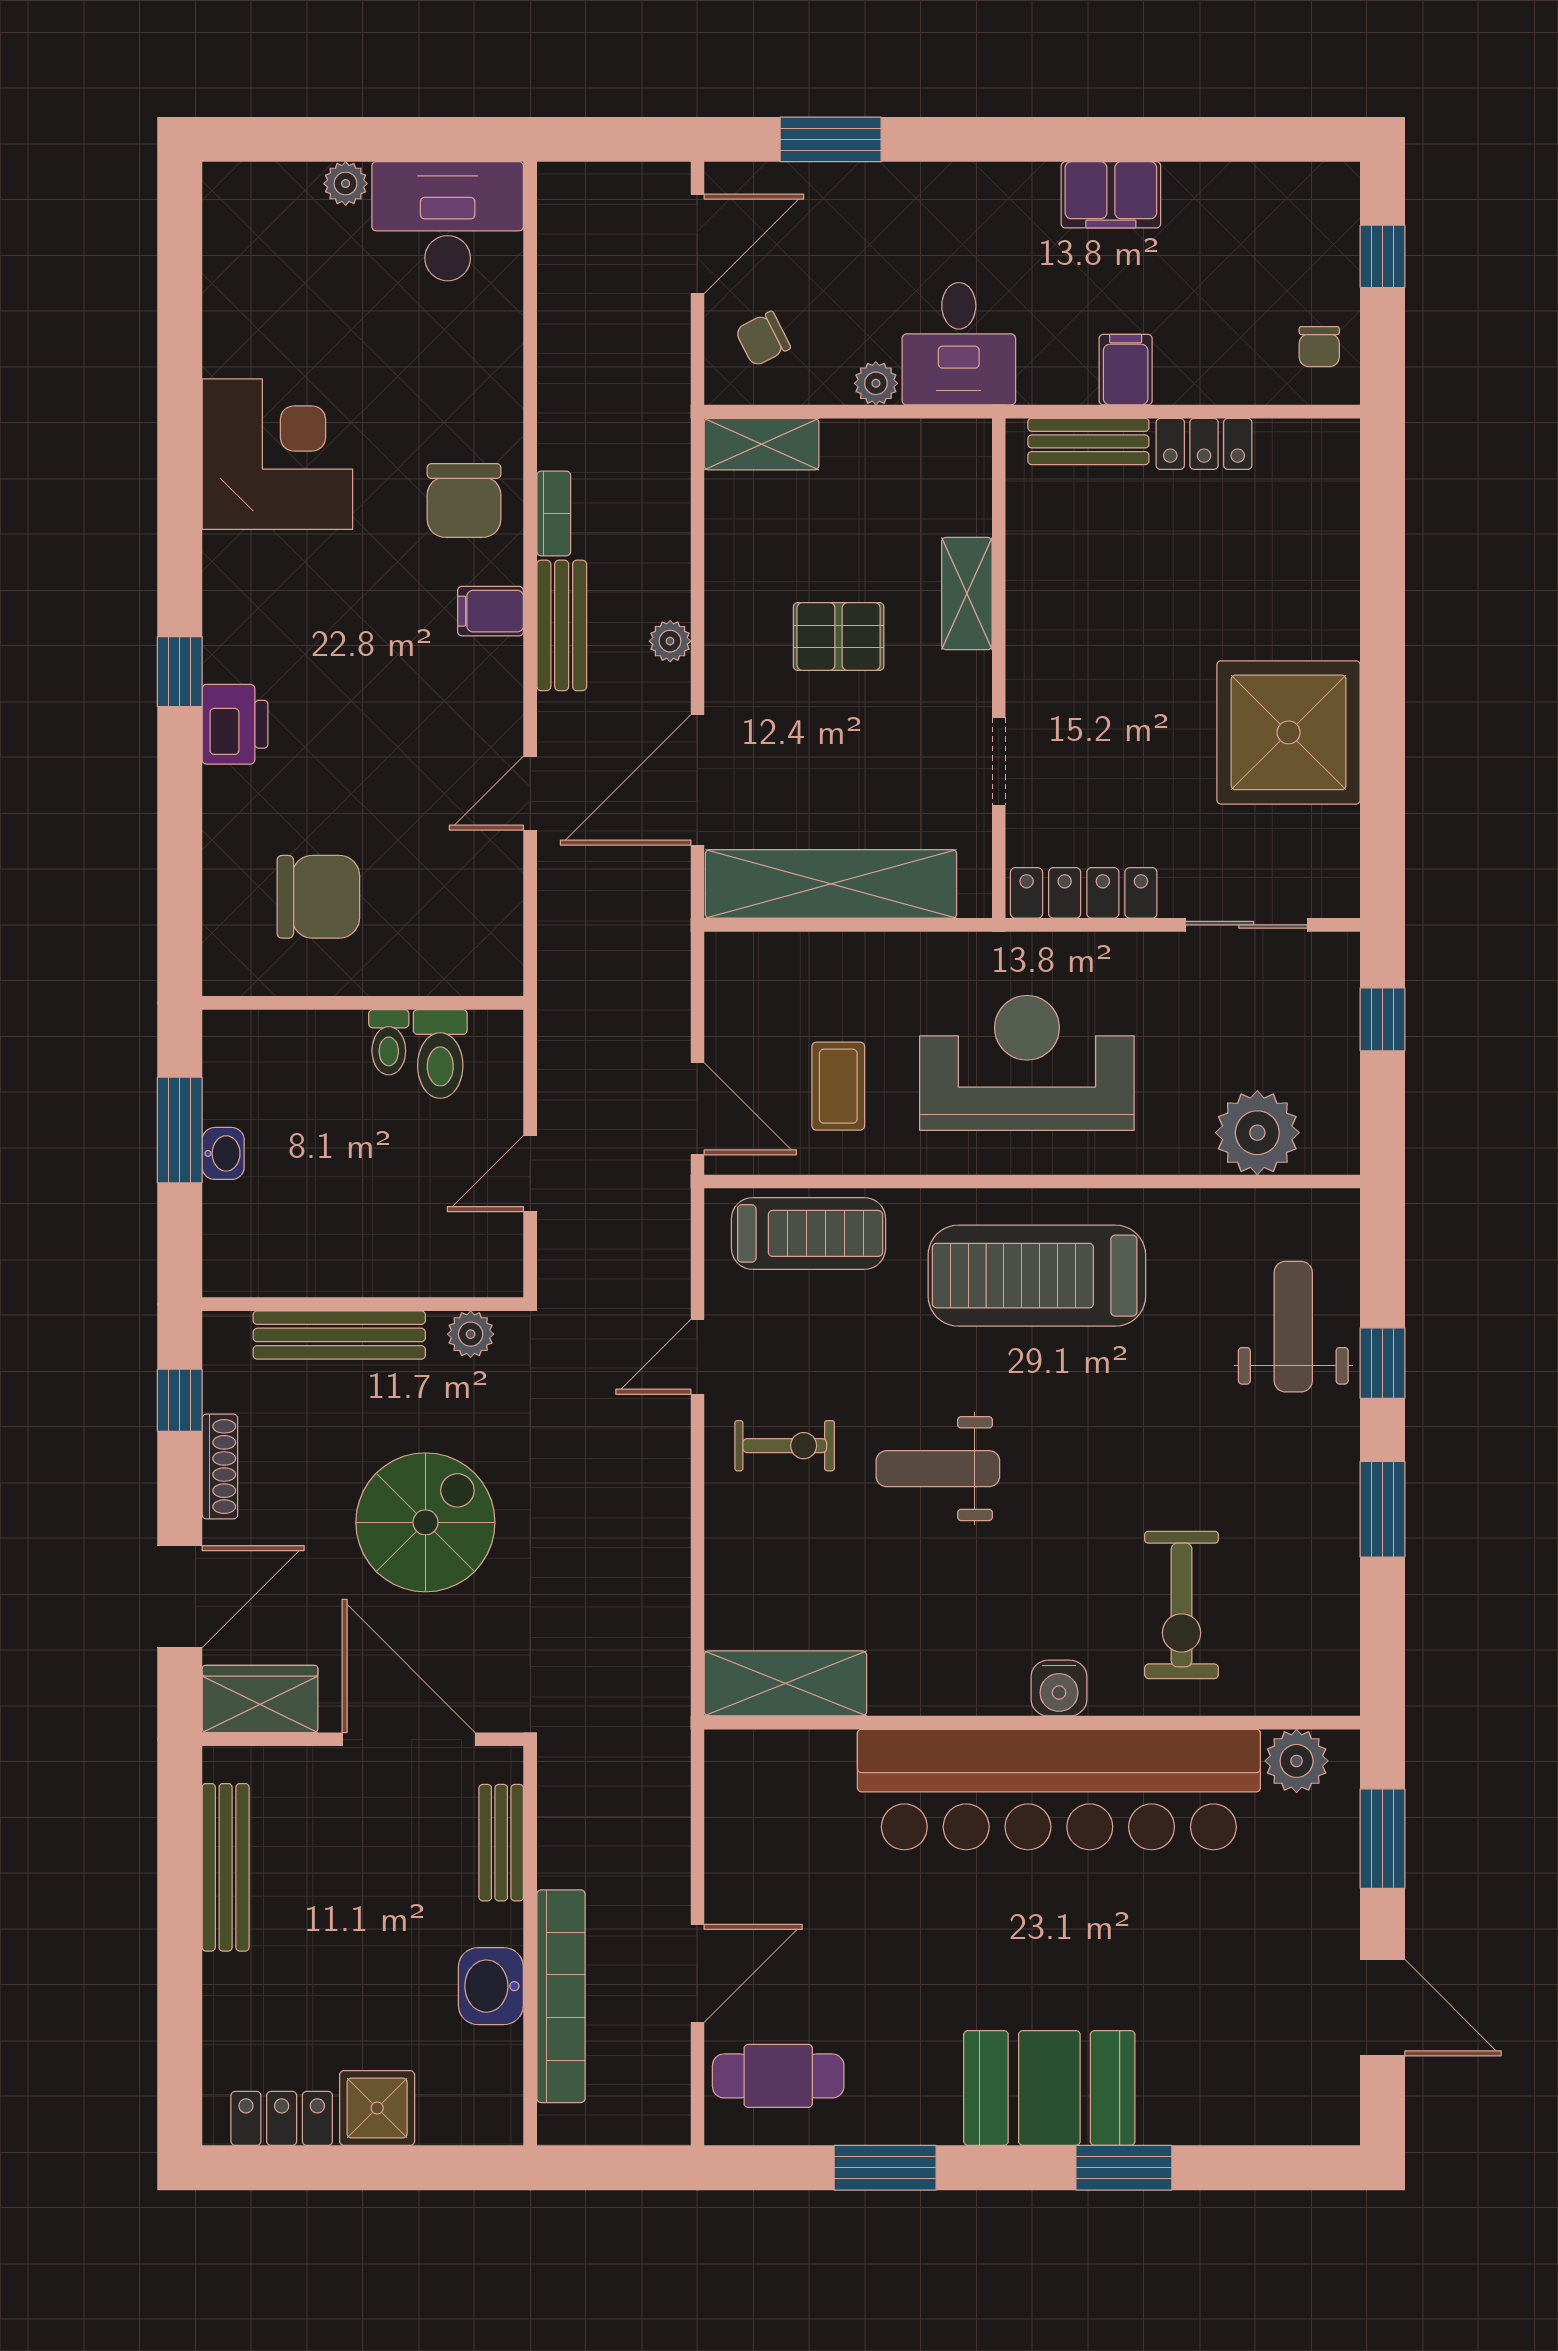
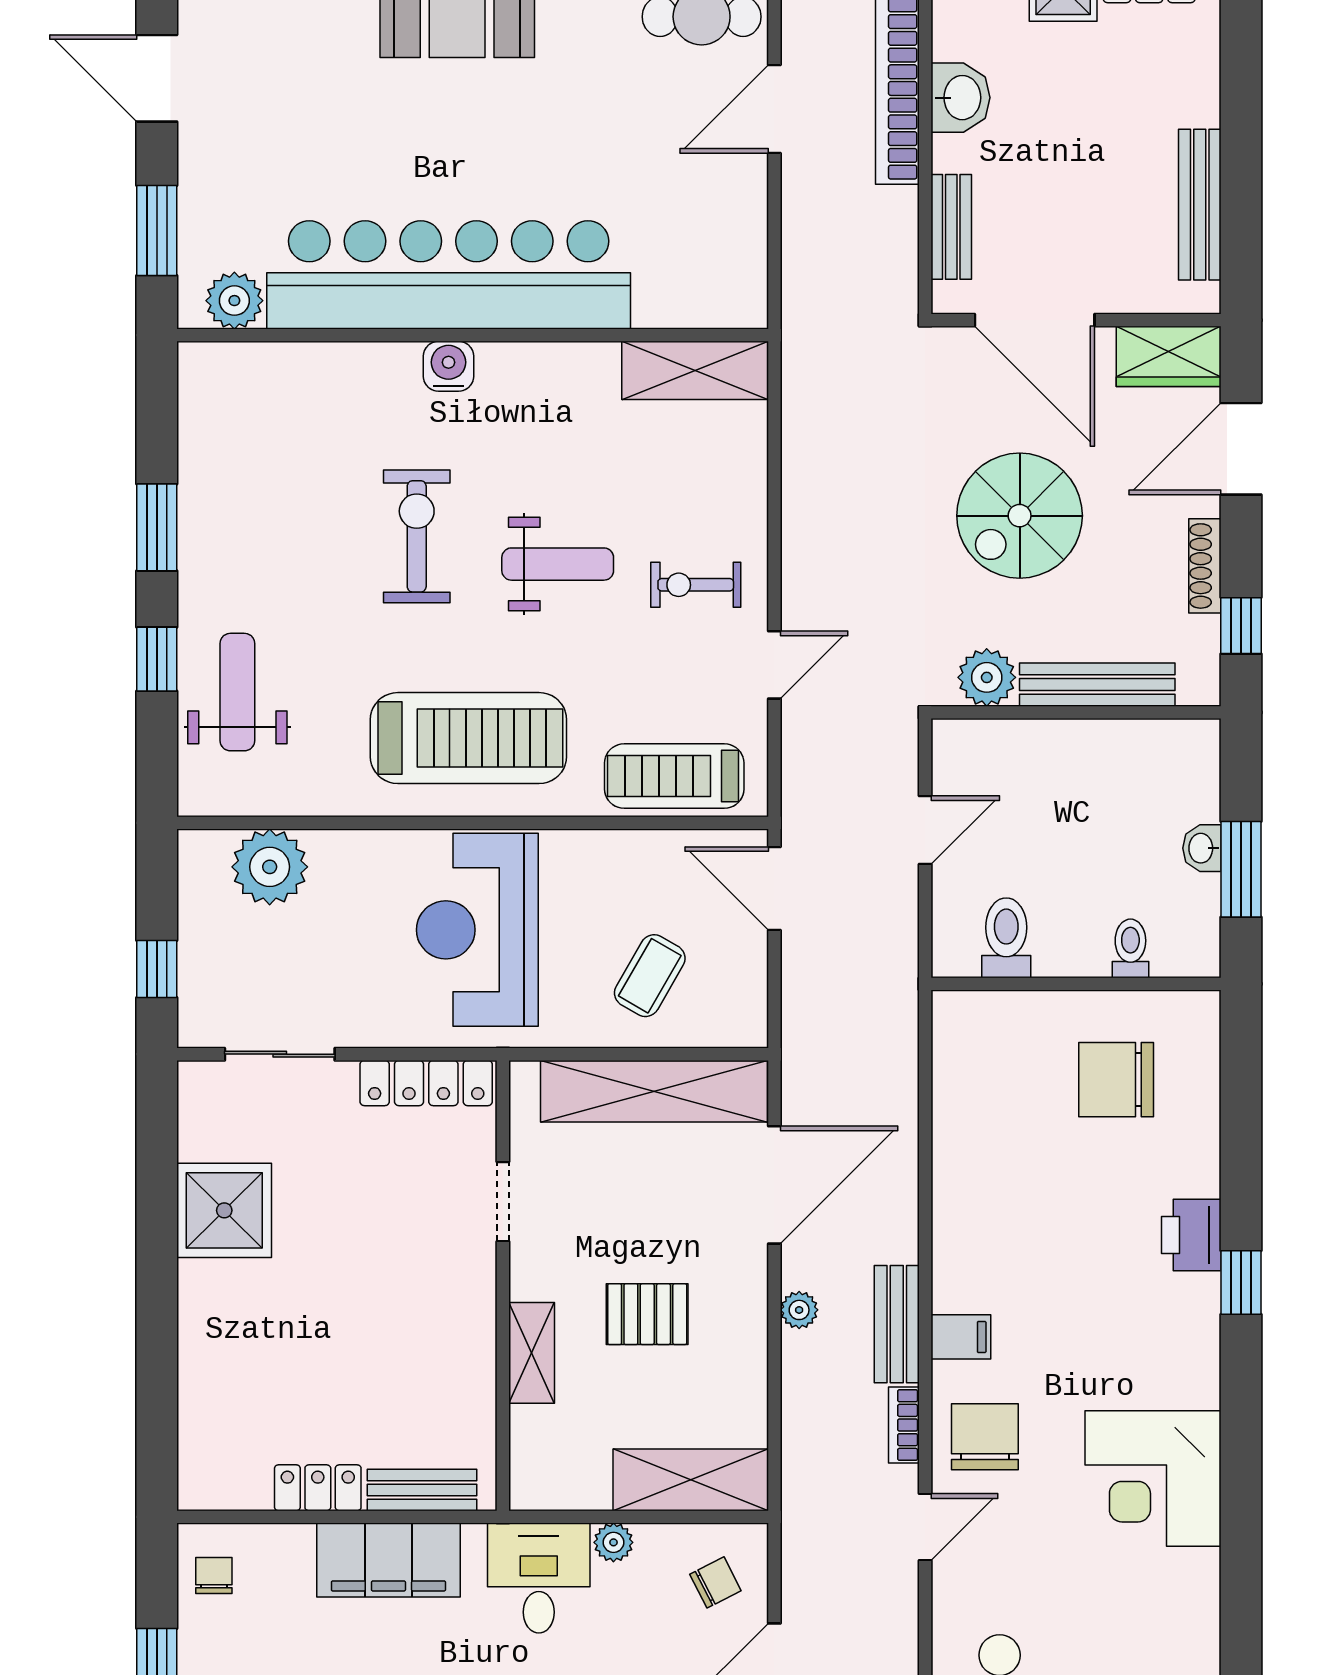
filing cabinet: (1126, 370) -> (388, 1560), width x3.00, depth x1.17
shelving: (762, 444) -> (691, 1480), width x1.50, depth x1.33
shower: (1289, 732) -> (224, 1210), width x0.73, depth x0.73
door: (530, 793) -> (925, 1527), moved
toilet: (389, 1042) -> (1130, 948), moved
reception desk: (1027, 1063) -> (477, 930), turned 90
coffee table: (838, 1086) -> (650, 976), moved, turned 30
weight bench: (1293, 1327) -> (237, 692), turned 180
plant: (471, 1334) -> (987, 677), width x1.38, depth x1.38
exercise bike: (1182, 1605) -> (417, 536), moved

